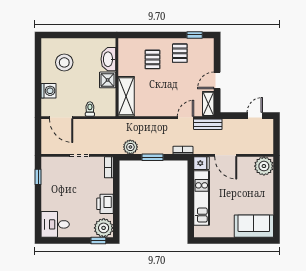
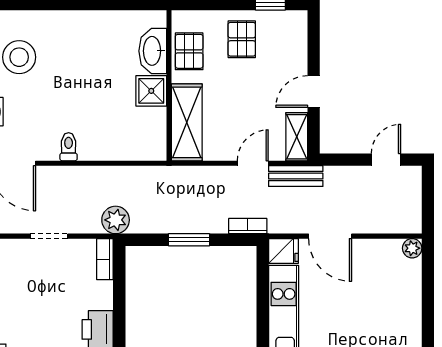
washbasin: (108, 59) -> (153, 51), moved
wall: (117, 77) -> (169, 85), moved
shower: (108, 80) -> (151, 91), moved
shelving: (126, 96) -> (187, 122), moved
plant: (130, 147) -> (116, 220), moved
plant: (264, 166) -> (412, 248), width x0.53, depth x0.53

